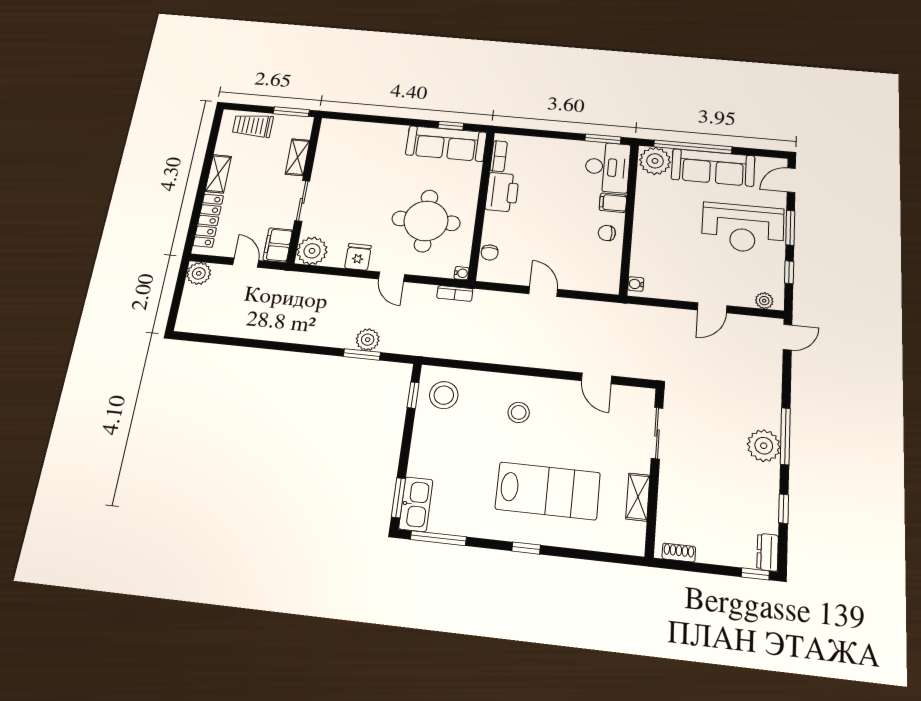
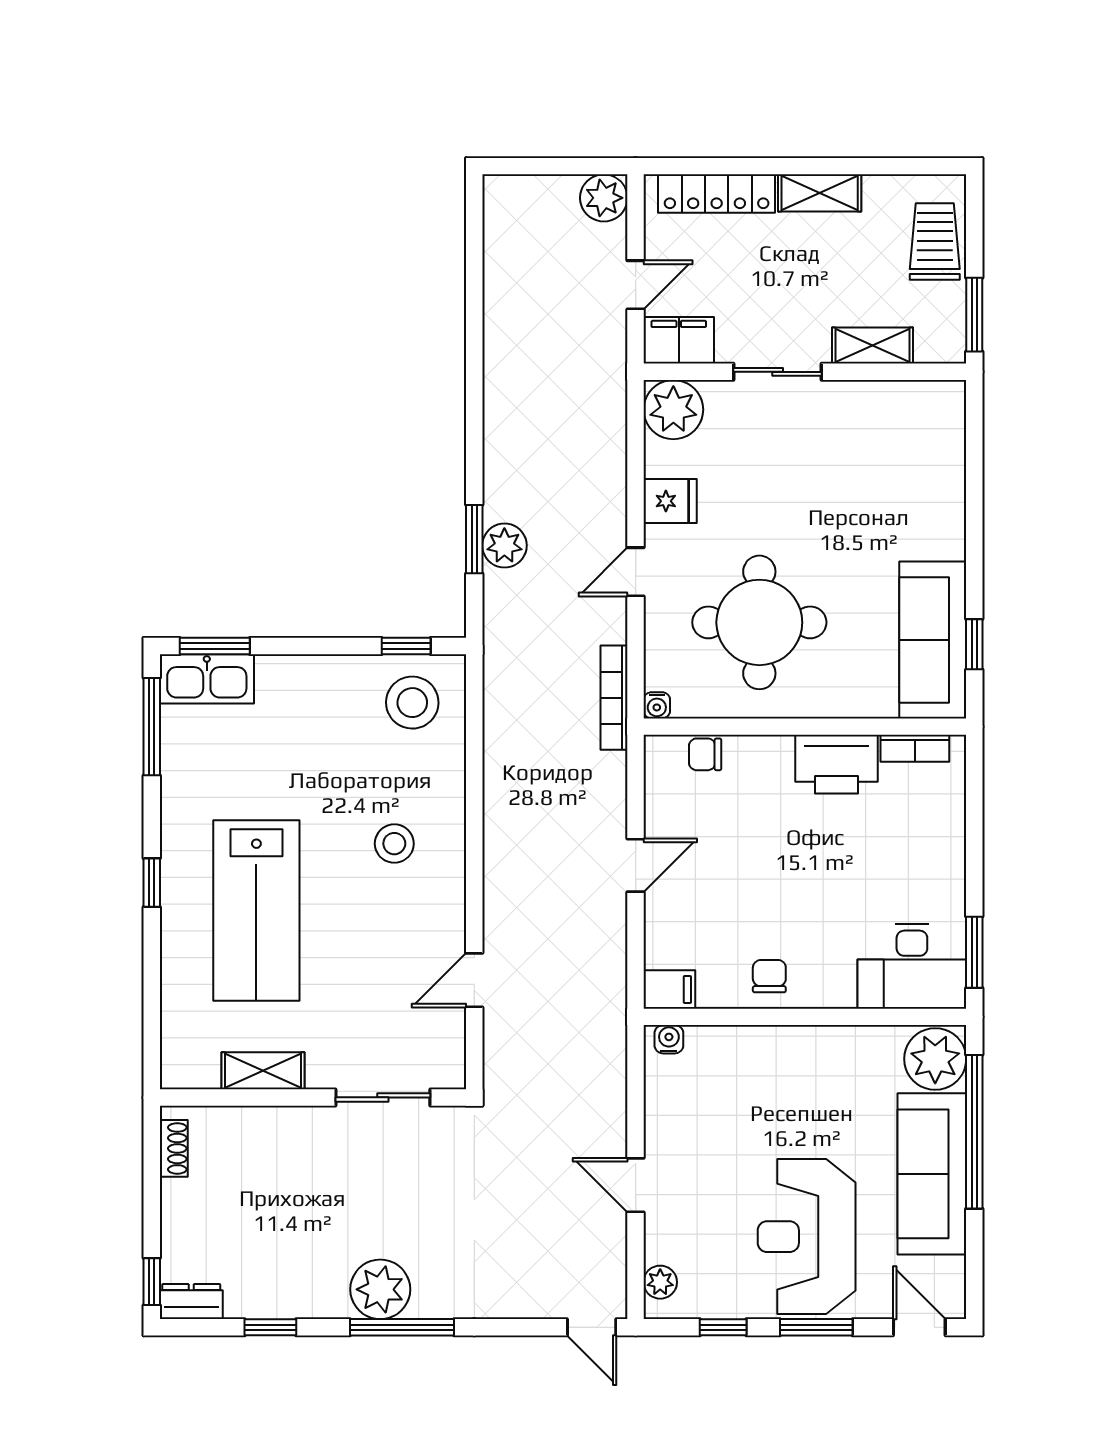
filing cabinet: (613, 203) -> (669, 989), moved, turned 90
bookcase: (455, 293) -> (614, 698), width x1.56

